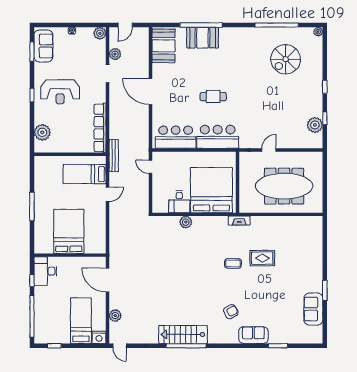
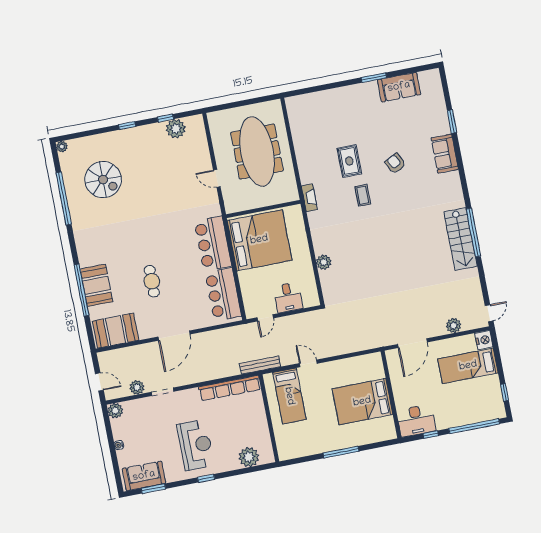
cafe table: (213, 97) -> (152, 281), moved
bed: (211, 190) -> (259, 240), moved, turned 180
desk: (179, 202) -> (288, 297), moved, turned 90
armchair: (231, 312) -> (395, 163), moved

